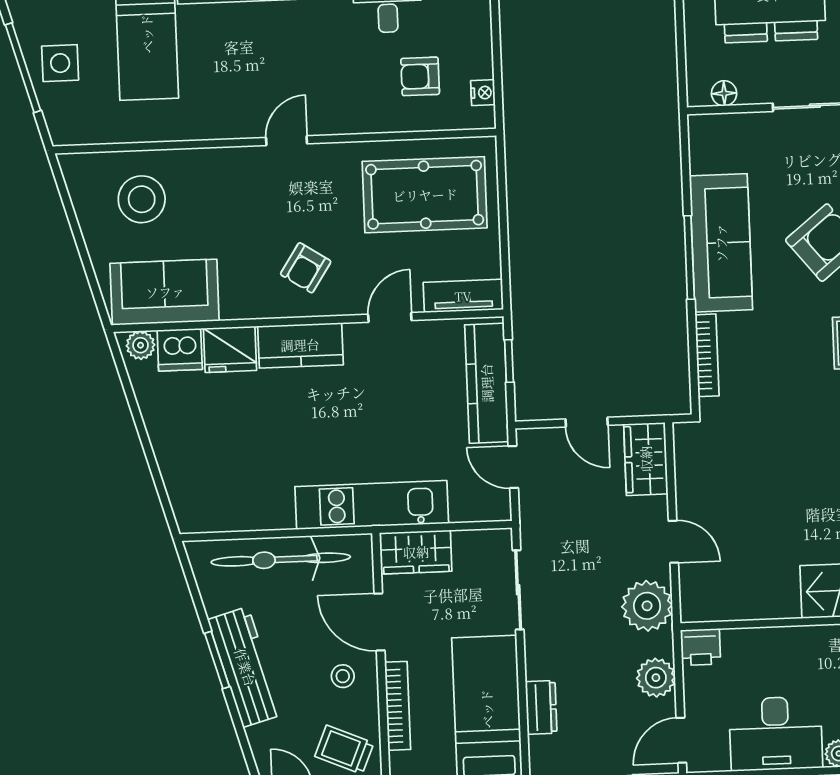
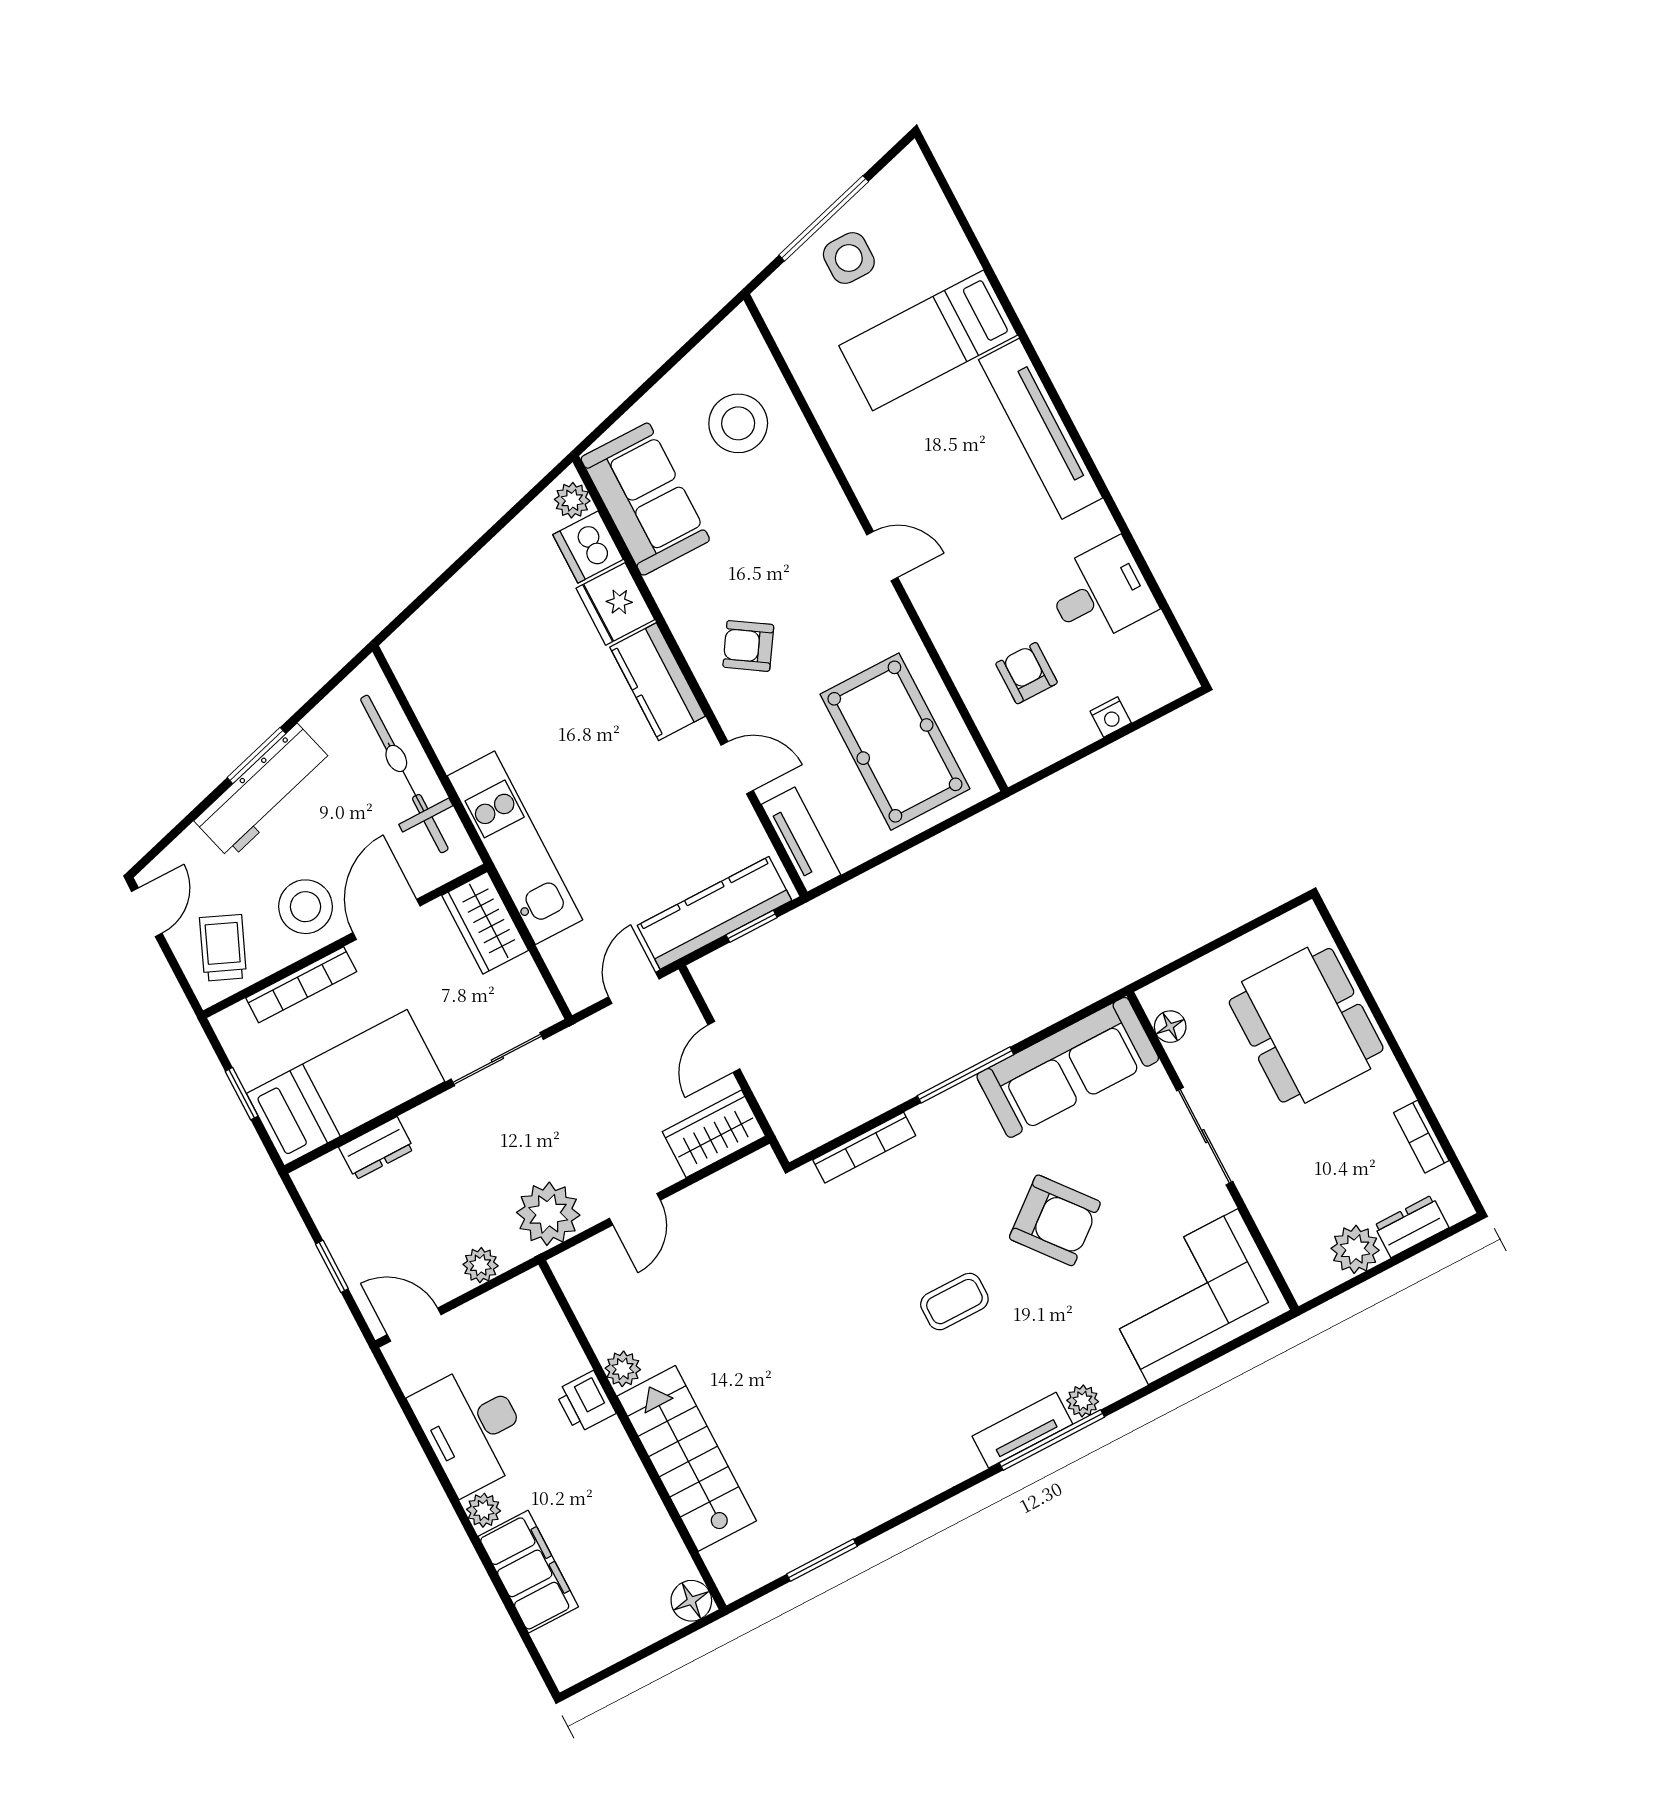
nightstand: (483, 93) -> (1111, 717), moved
sofa: (721, 243) -> (1068, 1067), moved
plant: (784, 605) -> (623, 1369), added
printer: (700, 647) -> (585, 1402), moved
stool: (343, 676) -> (305, 907), width x1.89, depth x1.89
plant: (656, 678) -> (481, 1265), width x0.73, depth x0.73

